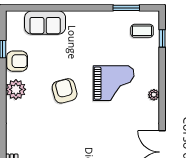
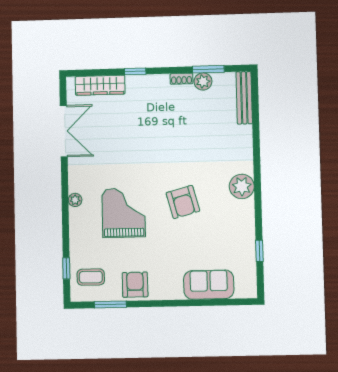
armchair: (17, 61) -> (135, 285), moved, turned 90
grand piano: (114, 83) -> (124, 213), turned 90
plant: (16, 89) -> (242, 186), moved

